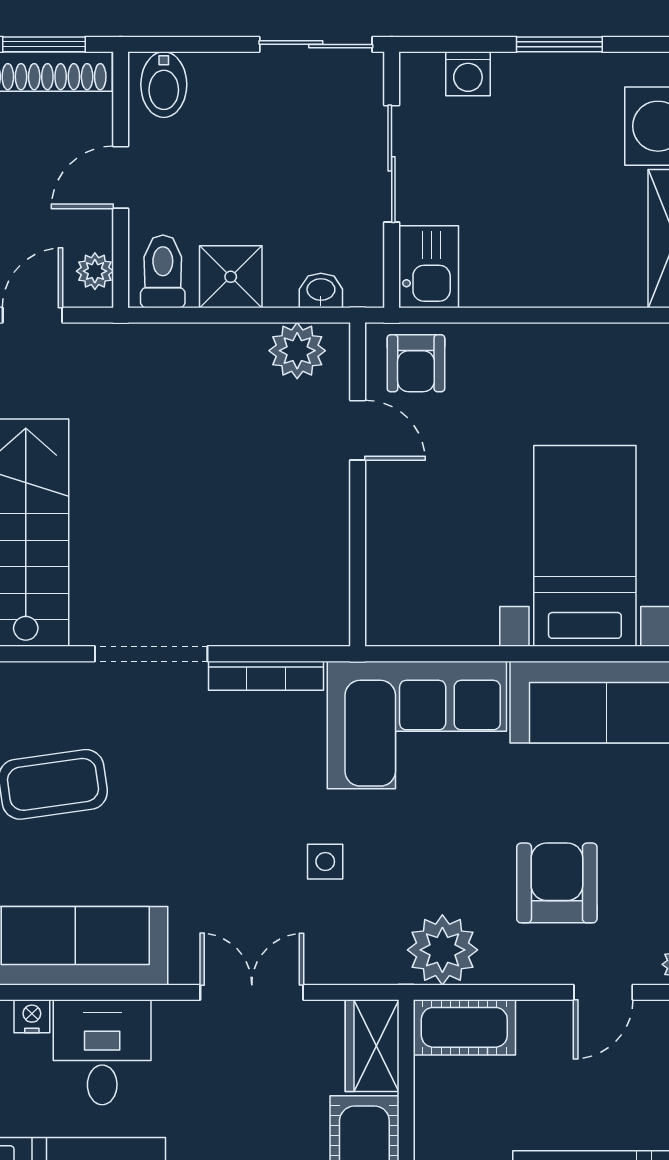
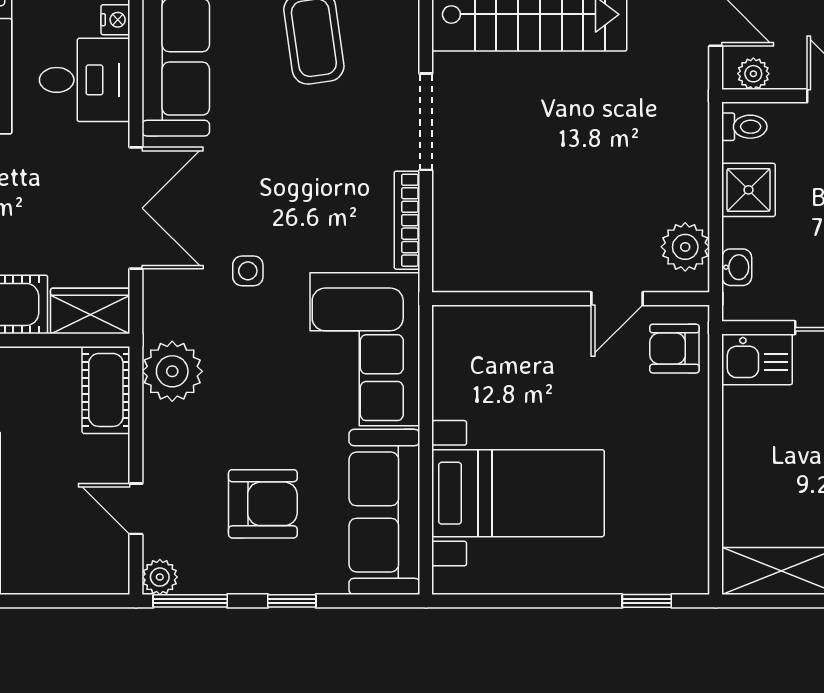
toilet: (163, 271) -> (744, 127), width x0.73, depth x0.72
armchair: (557, 883) -> (263, 504), moved
double door: (252, 992) -> (136, 208), width x1.37

